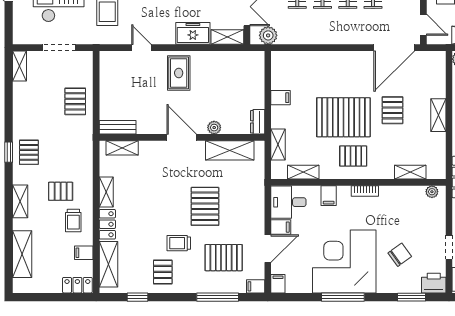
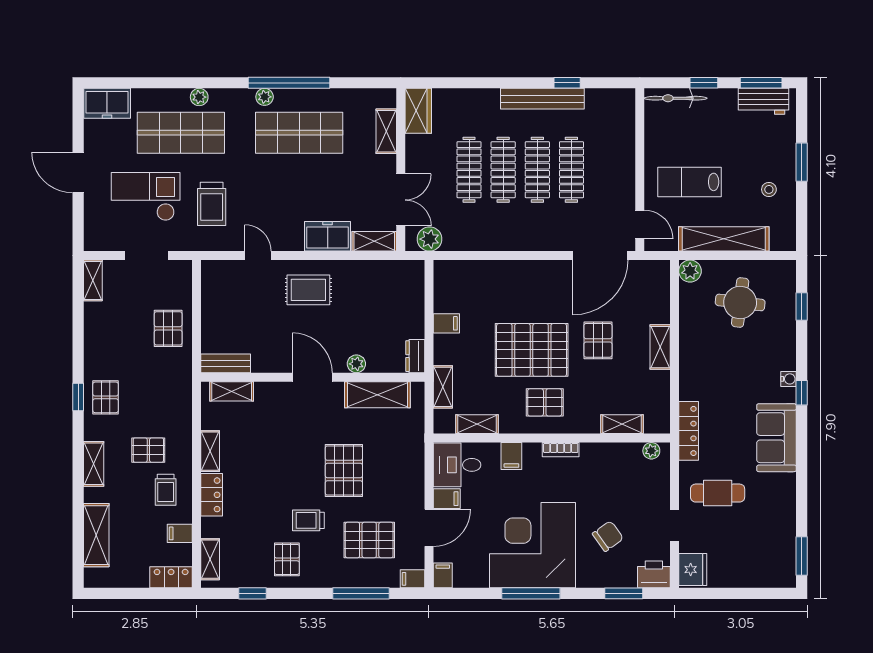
rug: (179, 73) -> (308, 290), turned 90
shelving: (109, 264) -> (210, 559), width x0.67, depth x0.75

